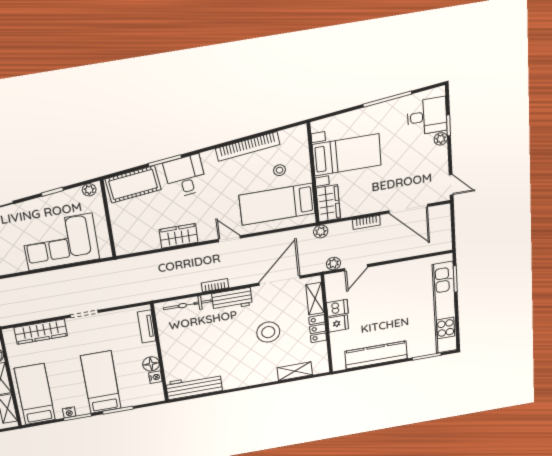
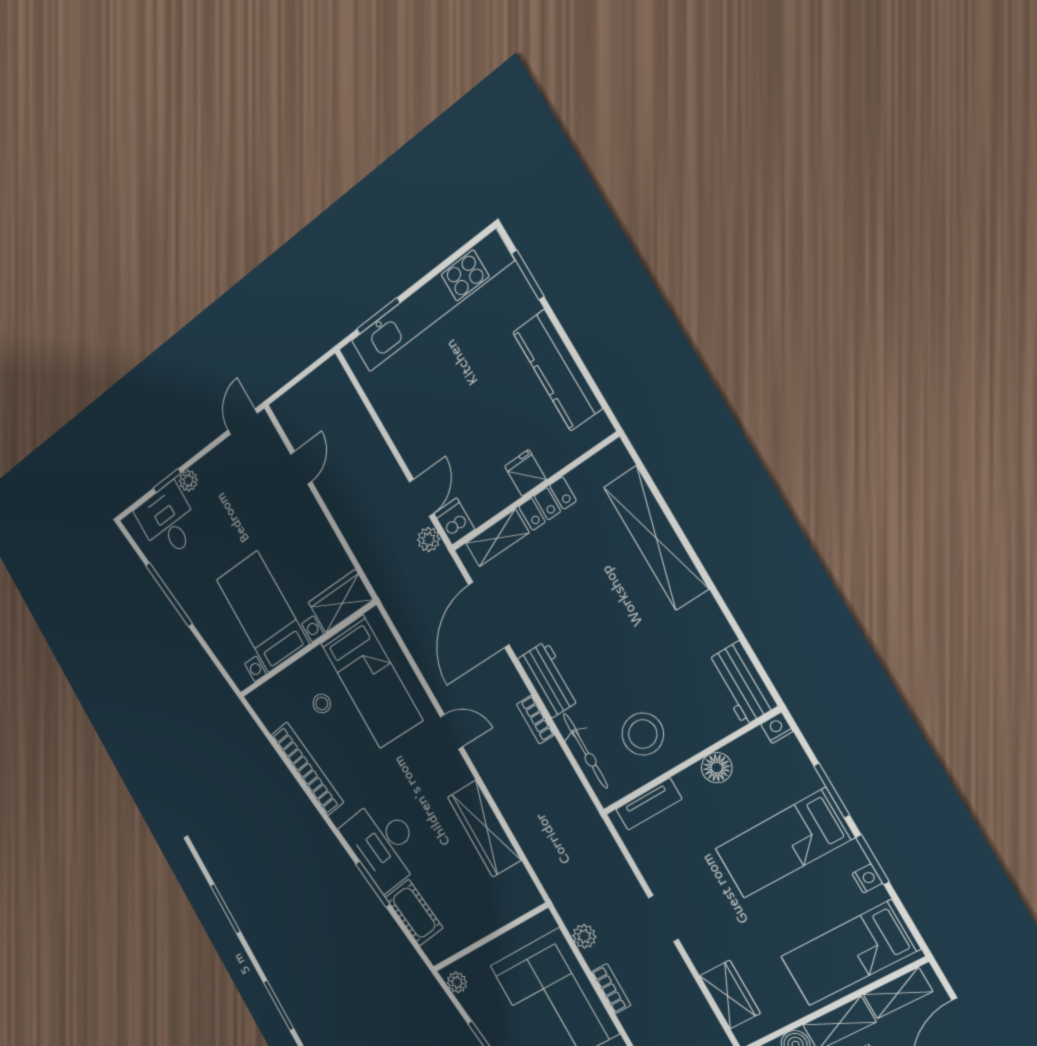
desk: (185, 176) -> (383, 844), width x1.37
cot: (133, 184) -> (414, 913), width x0.73, depth x0.75
door: (408, 209) -> (301, 468), width x0.53
bookcase: (366, 222) -> (611, 989), moved
plant: (321, 231) -> (584, 936), moved
wardrobe: (179, 236) -> (484, 829), width x1.50
door: (229, 239) -> (451, 732), swing flipped
door: (356, 268) -> (421, 498), hinge flipped
door: (280, 281) -> (489, 615), hinge flipped
dishwasher: (337, 308) -> (454, 521), moved
wardrobe: (41, 332) -> (730, 994), width x0.67
stool: (268, 332) -> (643, 734), moved
shelving: (295, 371) -> (656, 538), width x2.20, depth x1.33
nightstand: (155, 377) -> (777, 728), moved
workbench: (194, 386) -> (742, 683), width x0.73

